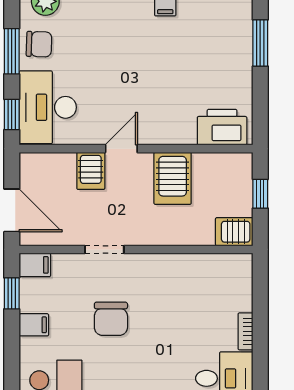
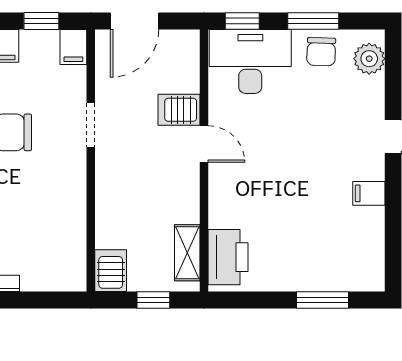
shelving: (218, 164) -> (187, 253), added
server rack: (173, 178) -> (171, 202), removed

